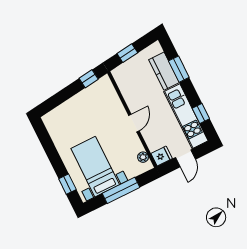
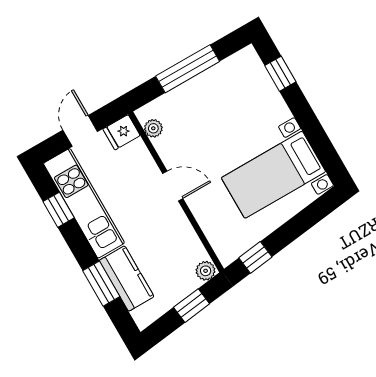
plant: (118, 73) -> (206, 271), added
door: (134, 123) -> (173, 186), swing flipped
bed with nightstands: (95, 167) -> (274, 175), moved, turned 90

